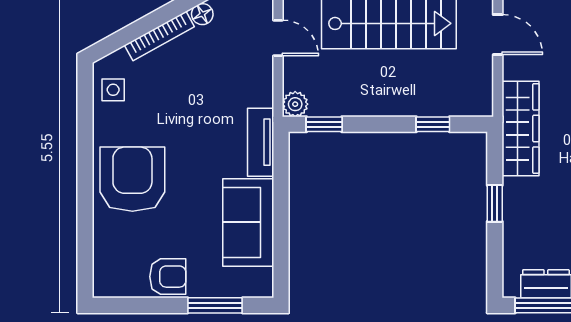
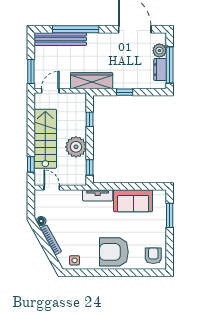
door: (278, 38) -> (52, 188), hinge flipped
plant: (295, 104) -> (76, 147), moved, width x1.87, depth x1.87
armchair: (168, 277) -> (153, 256), moved

